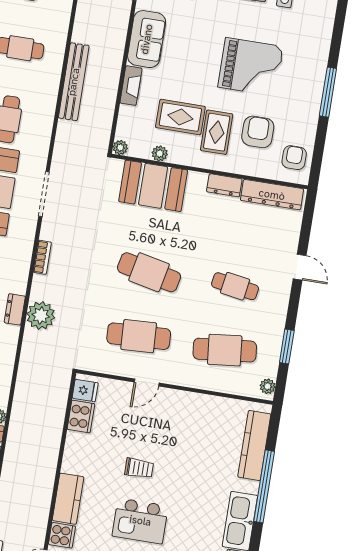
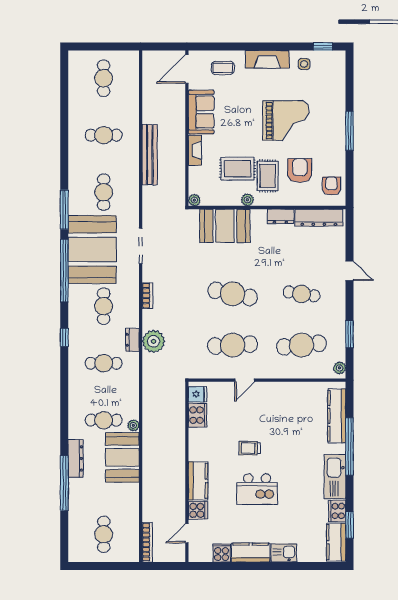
plant: (160, 153) -> (247, 200), moved
trolley: (139, 468) -> (250, 448), turned 180

